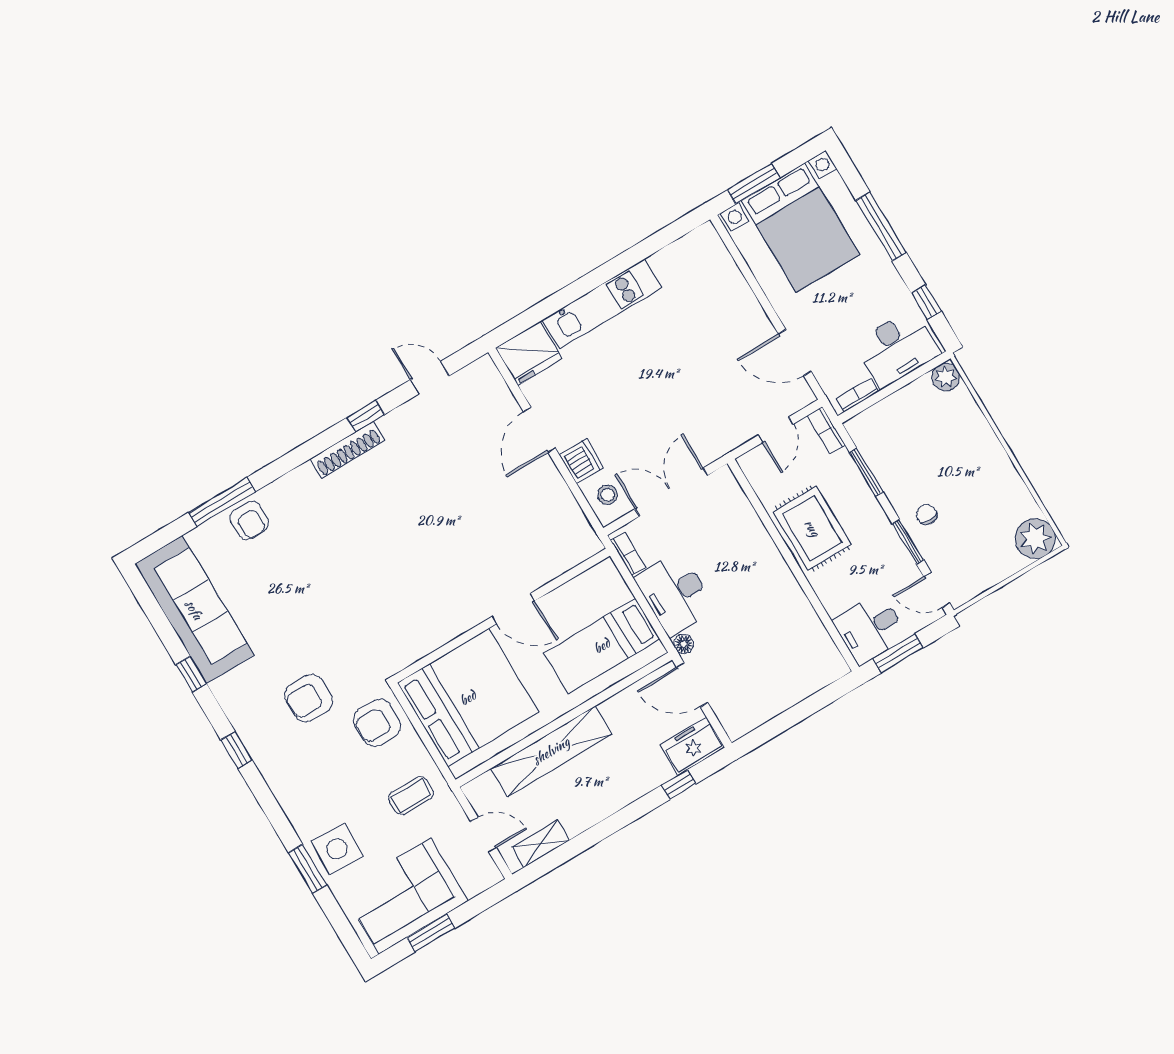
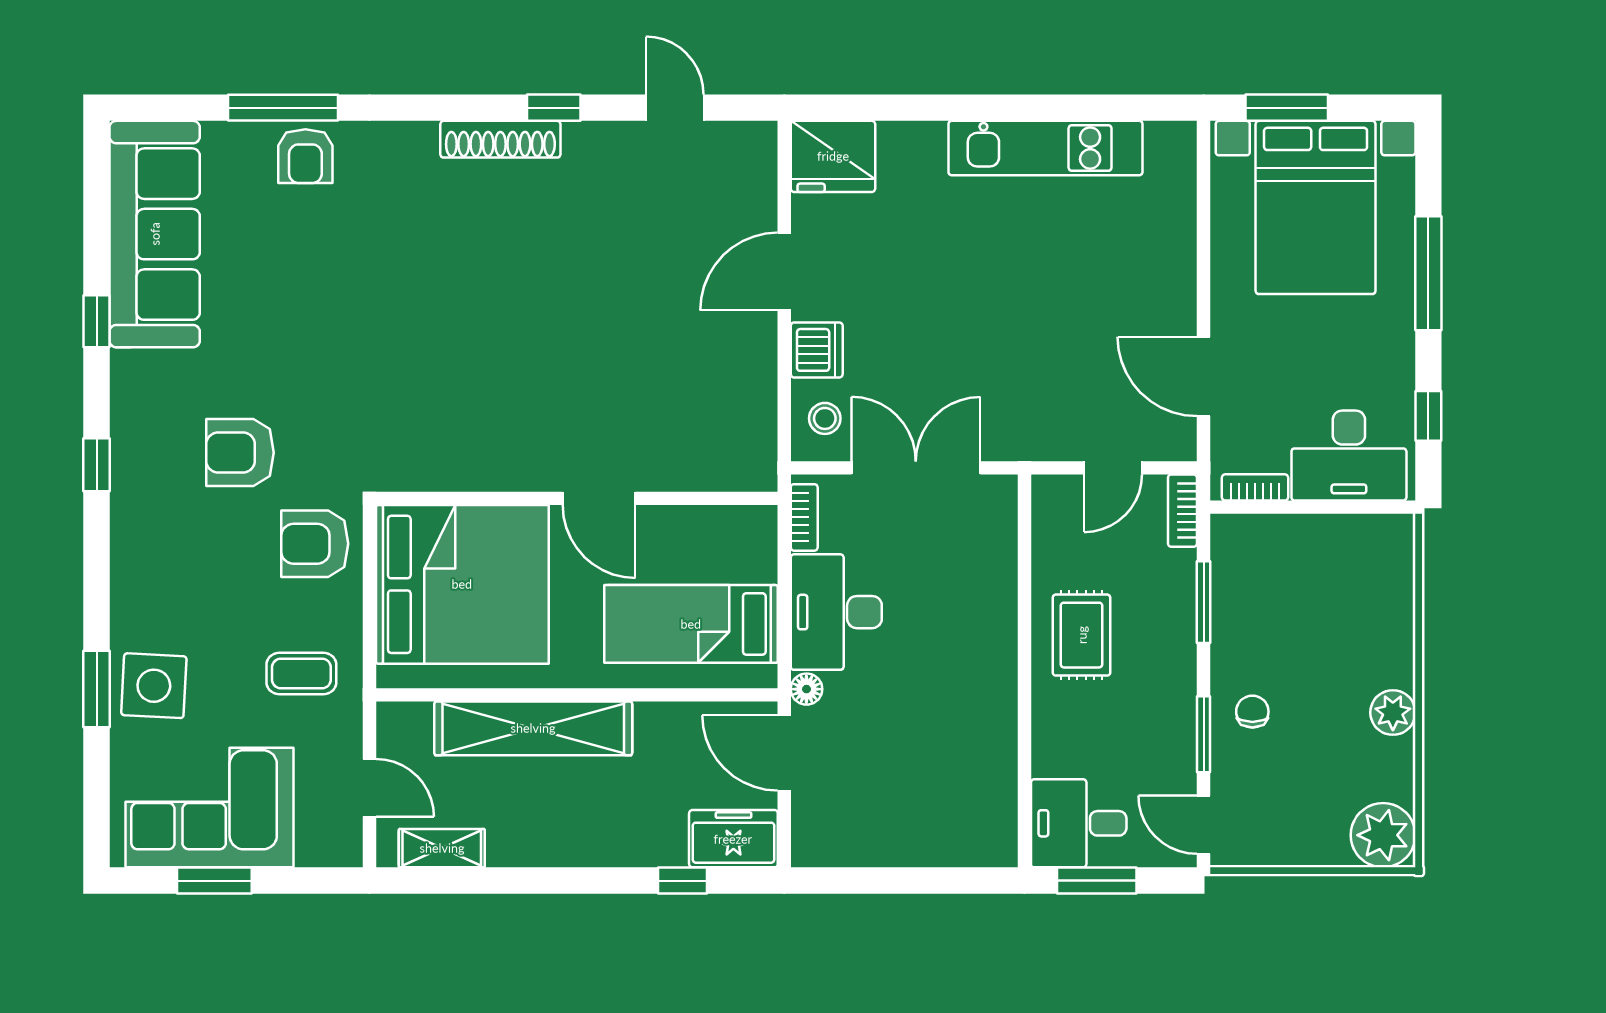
kitchen unit: (602, 304) -> (1045, 148), moved
plant: (946, 377) -> (1393, 713), moved
rug: (812, 528) -> (1082, 635), width x0.73, depth x0.70

